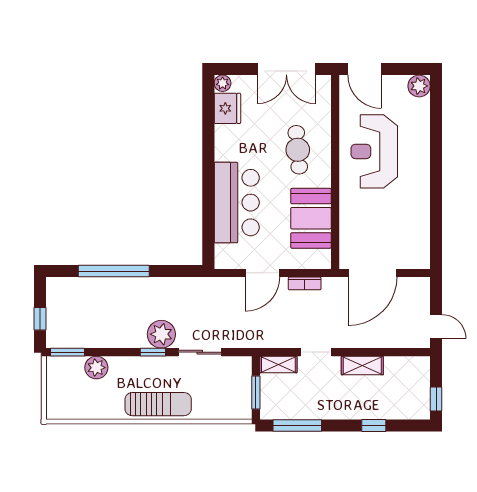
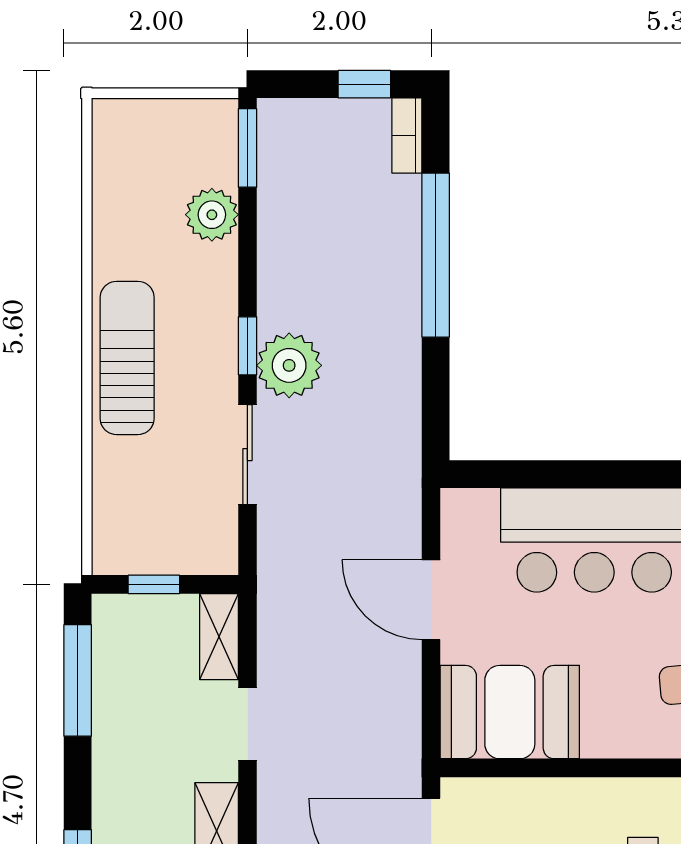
booth: (311, 218) -> (510, 712), moved
bookcase: (305, 283) -> (407, 136), moved
window: (40, 319) -> (364, 84), moved
window: (256, 393) -> (154, 584), width x0.67
sun lounger: (158, 404) -> (127, 358), turned 180

